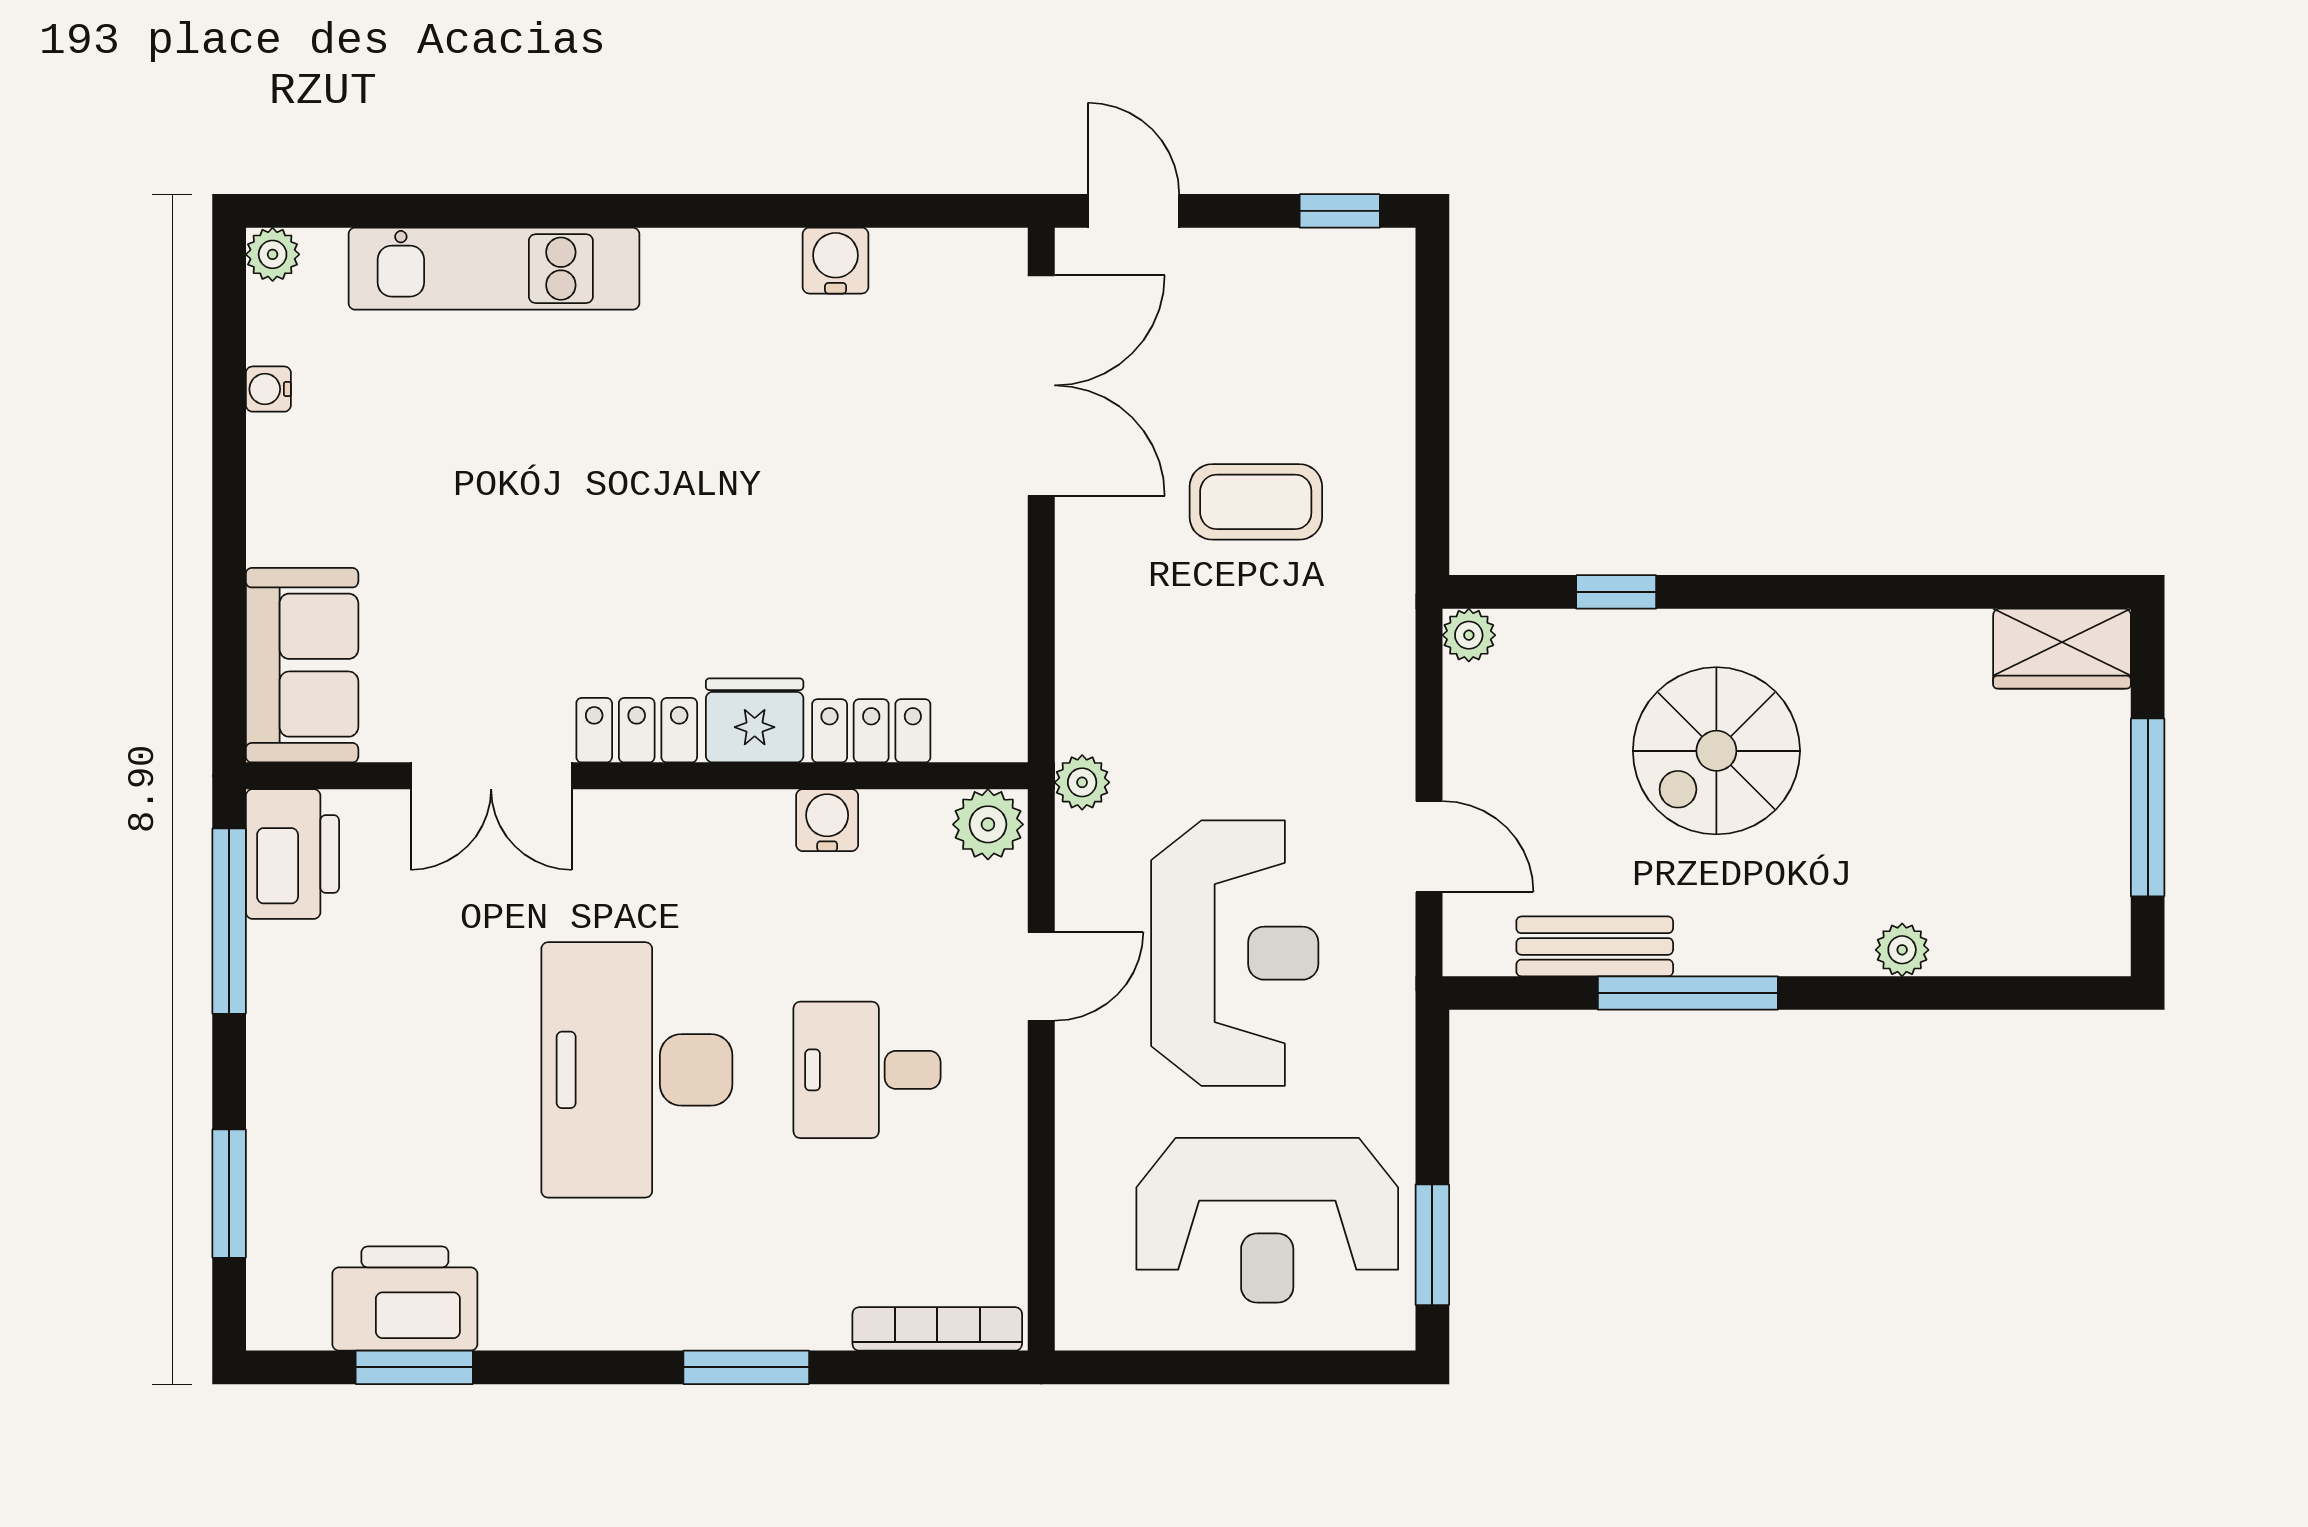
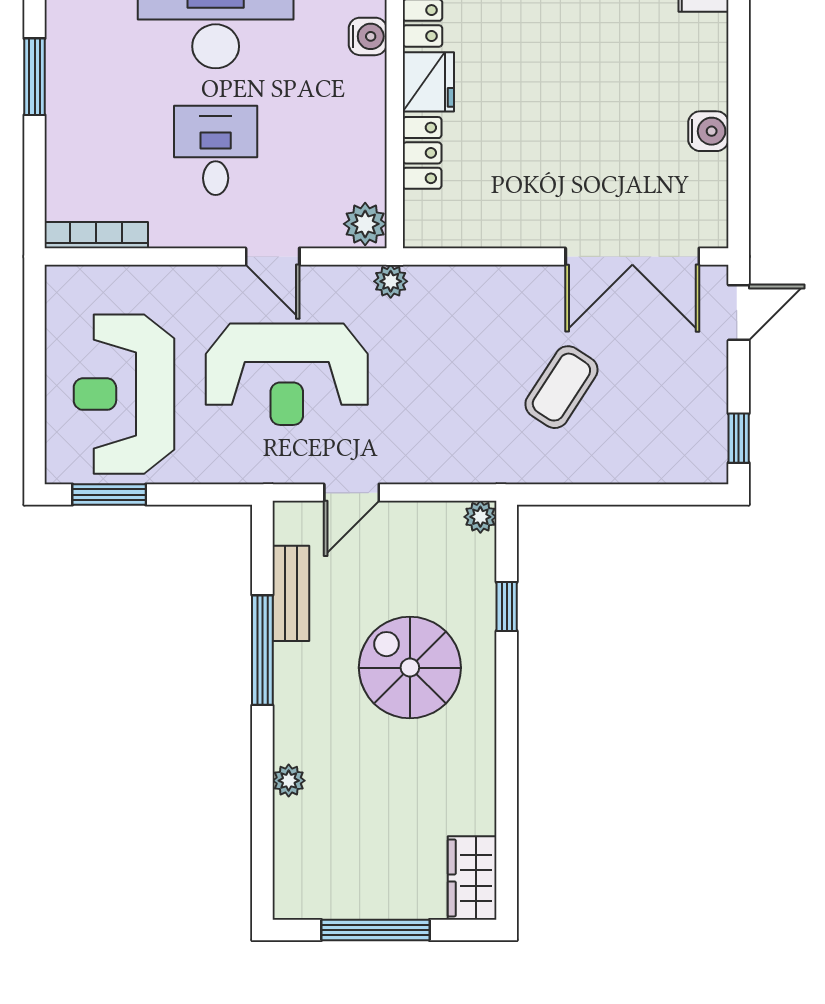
coffee table: (1256, 502) -> (561, 387), turned 33
water cooler: (827, 820) -> (368, 36), moved
bookcase: (937, 1329) -> (96, 235), moved, turned -90

